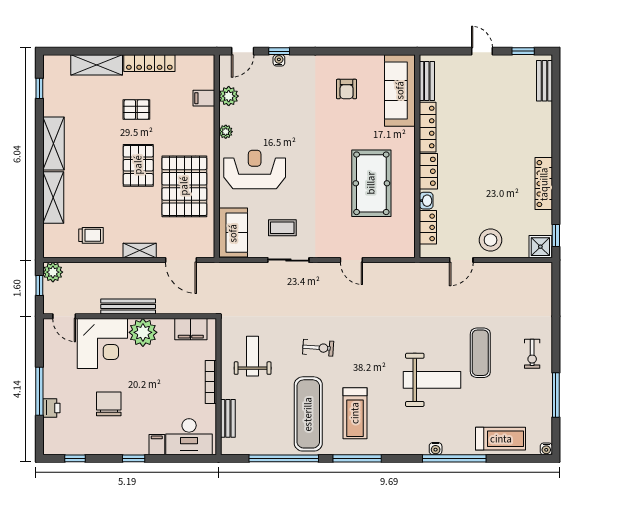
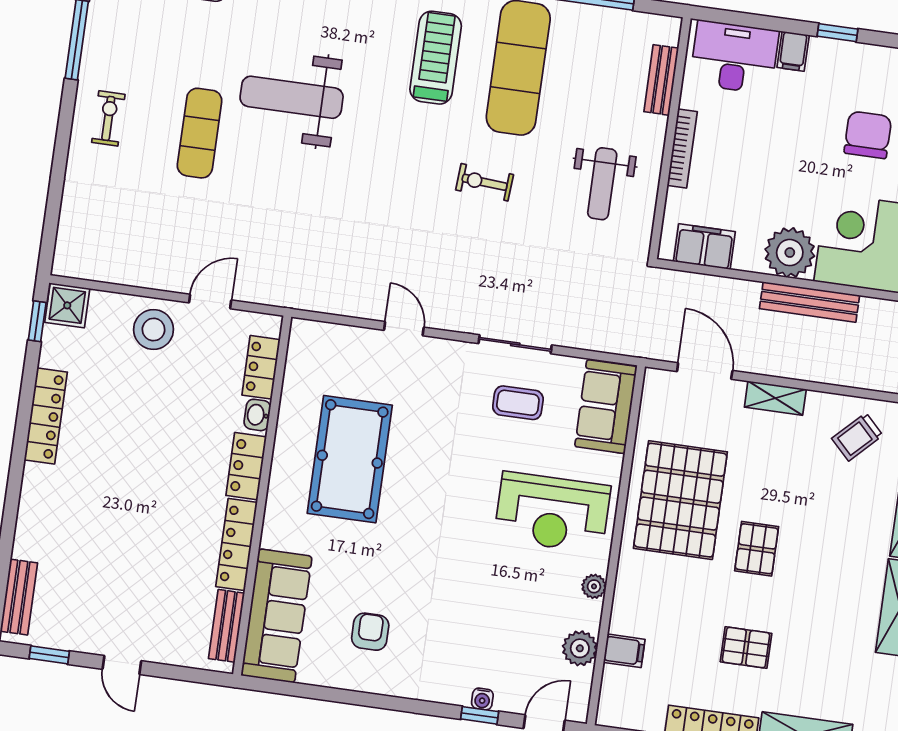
pallet: (138, 165) -> (757, 549), width x0.67, depth x0.71
trolley: (91, 235) -> (857, 437), turned -45
chair: (109, 404) -> (868, 135), turned 180

